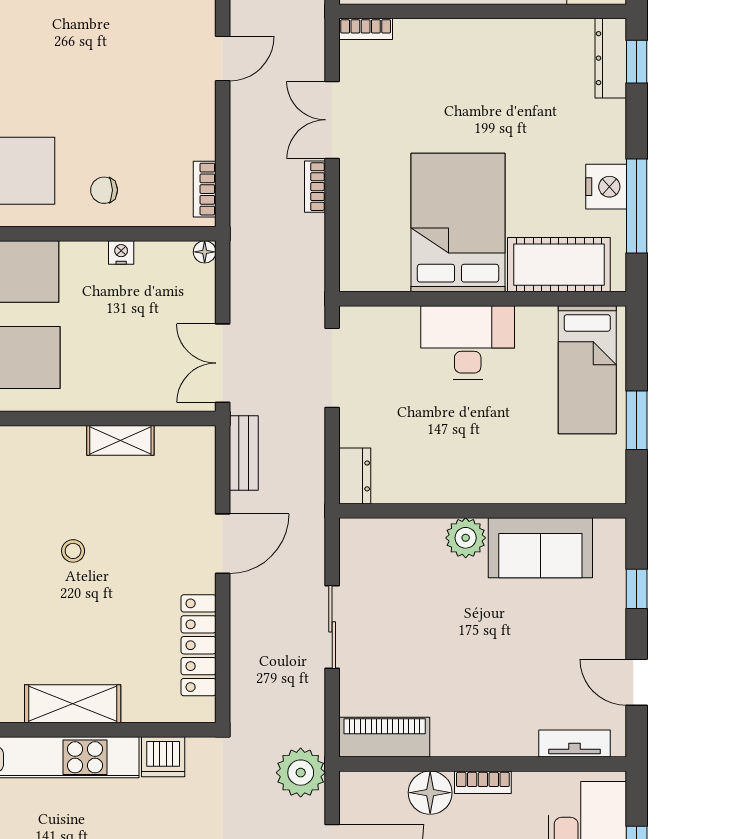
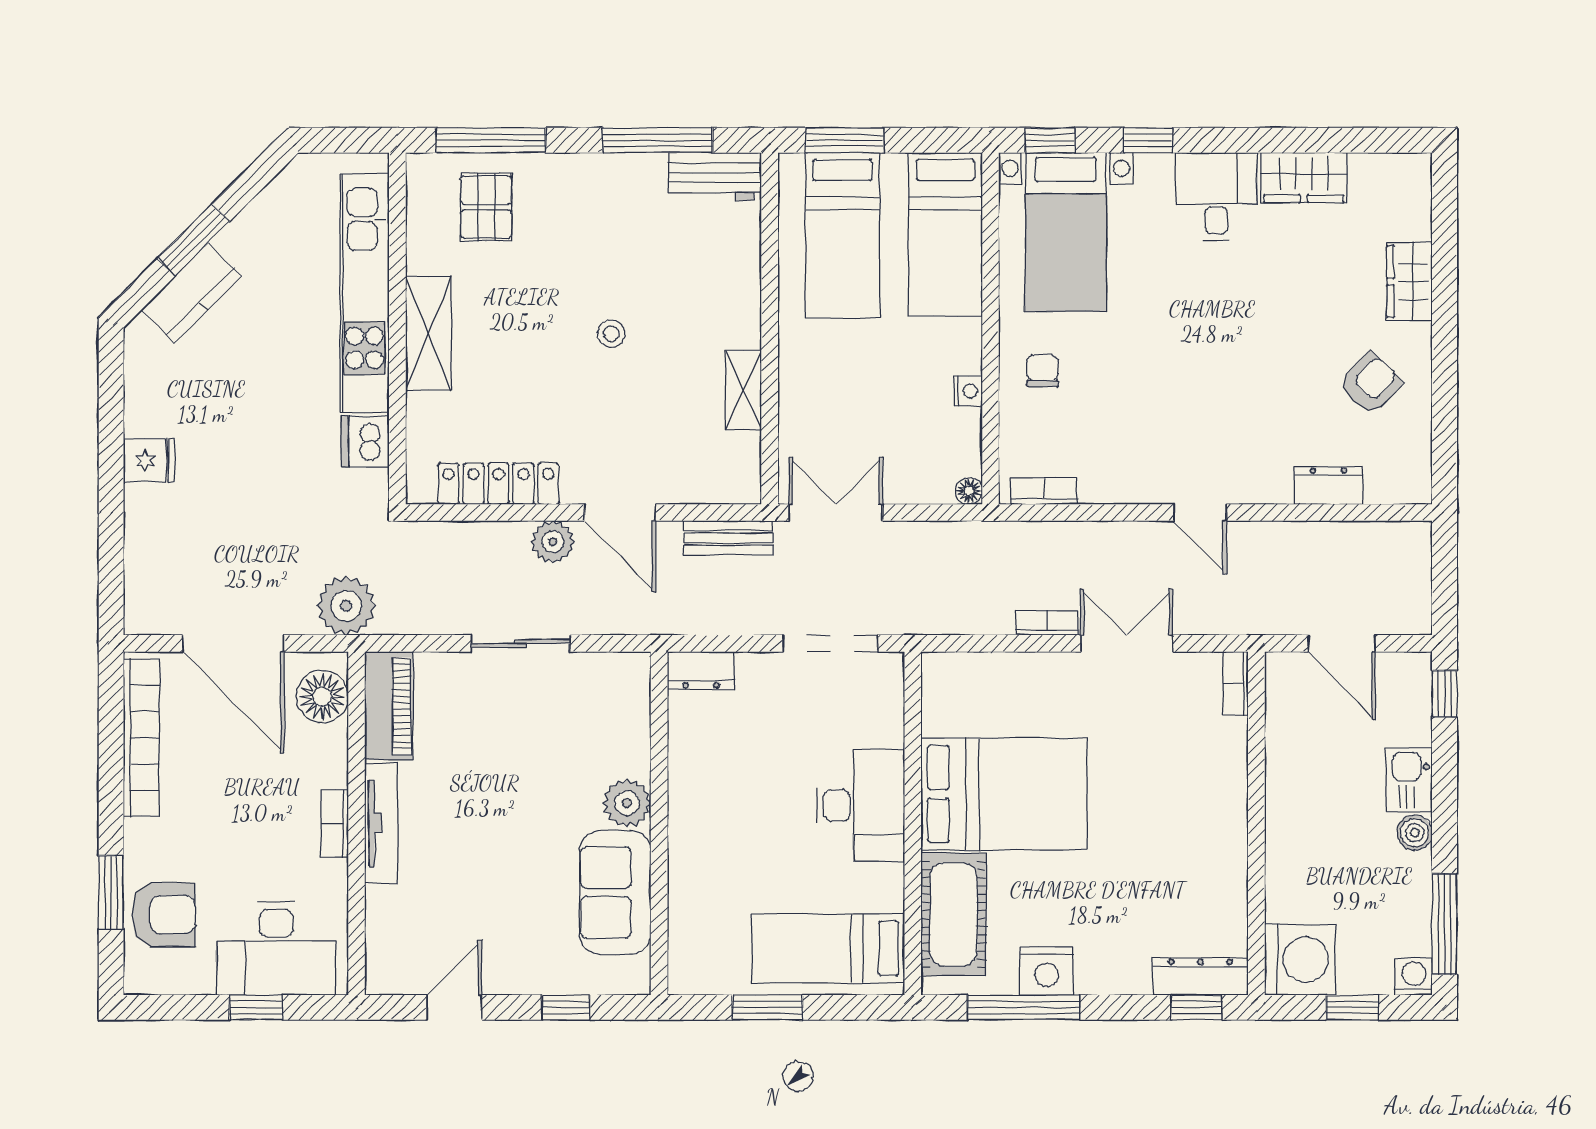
plant: (247, 600) -> (553, 542), added
tv unit: (574, 744) -> (381, 823), moved, width x1.41
floor lamp: (430, 793) -> (322, 697), moved

